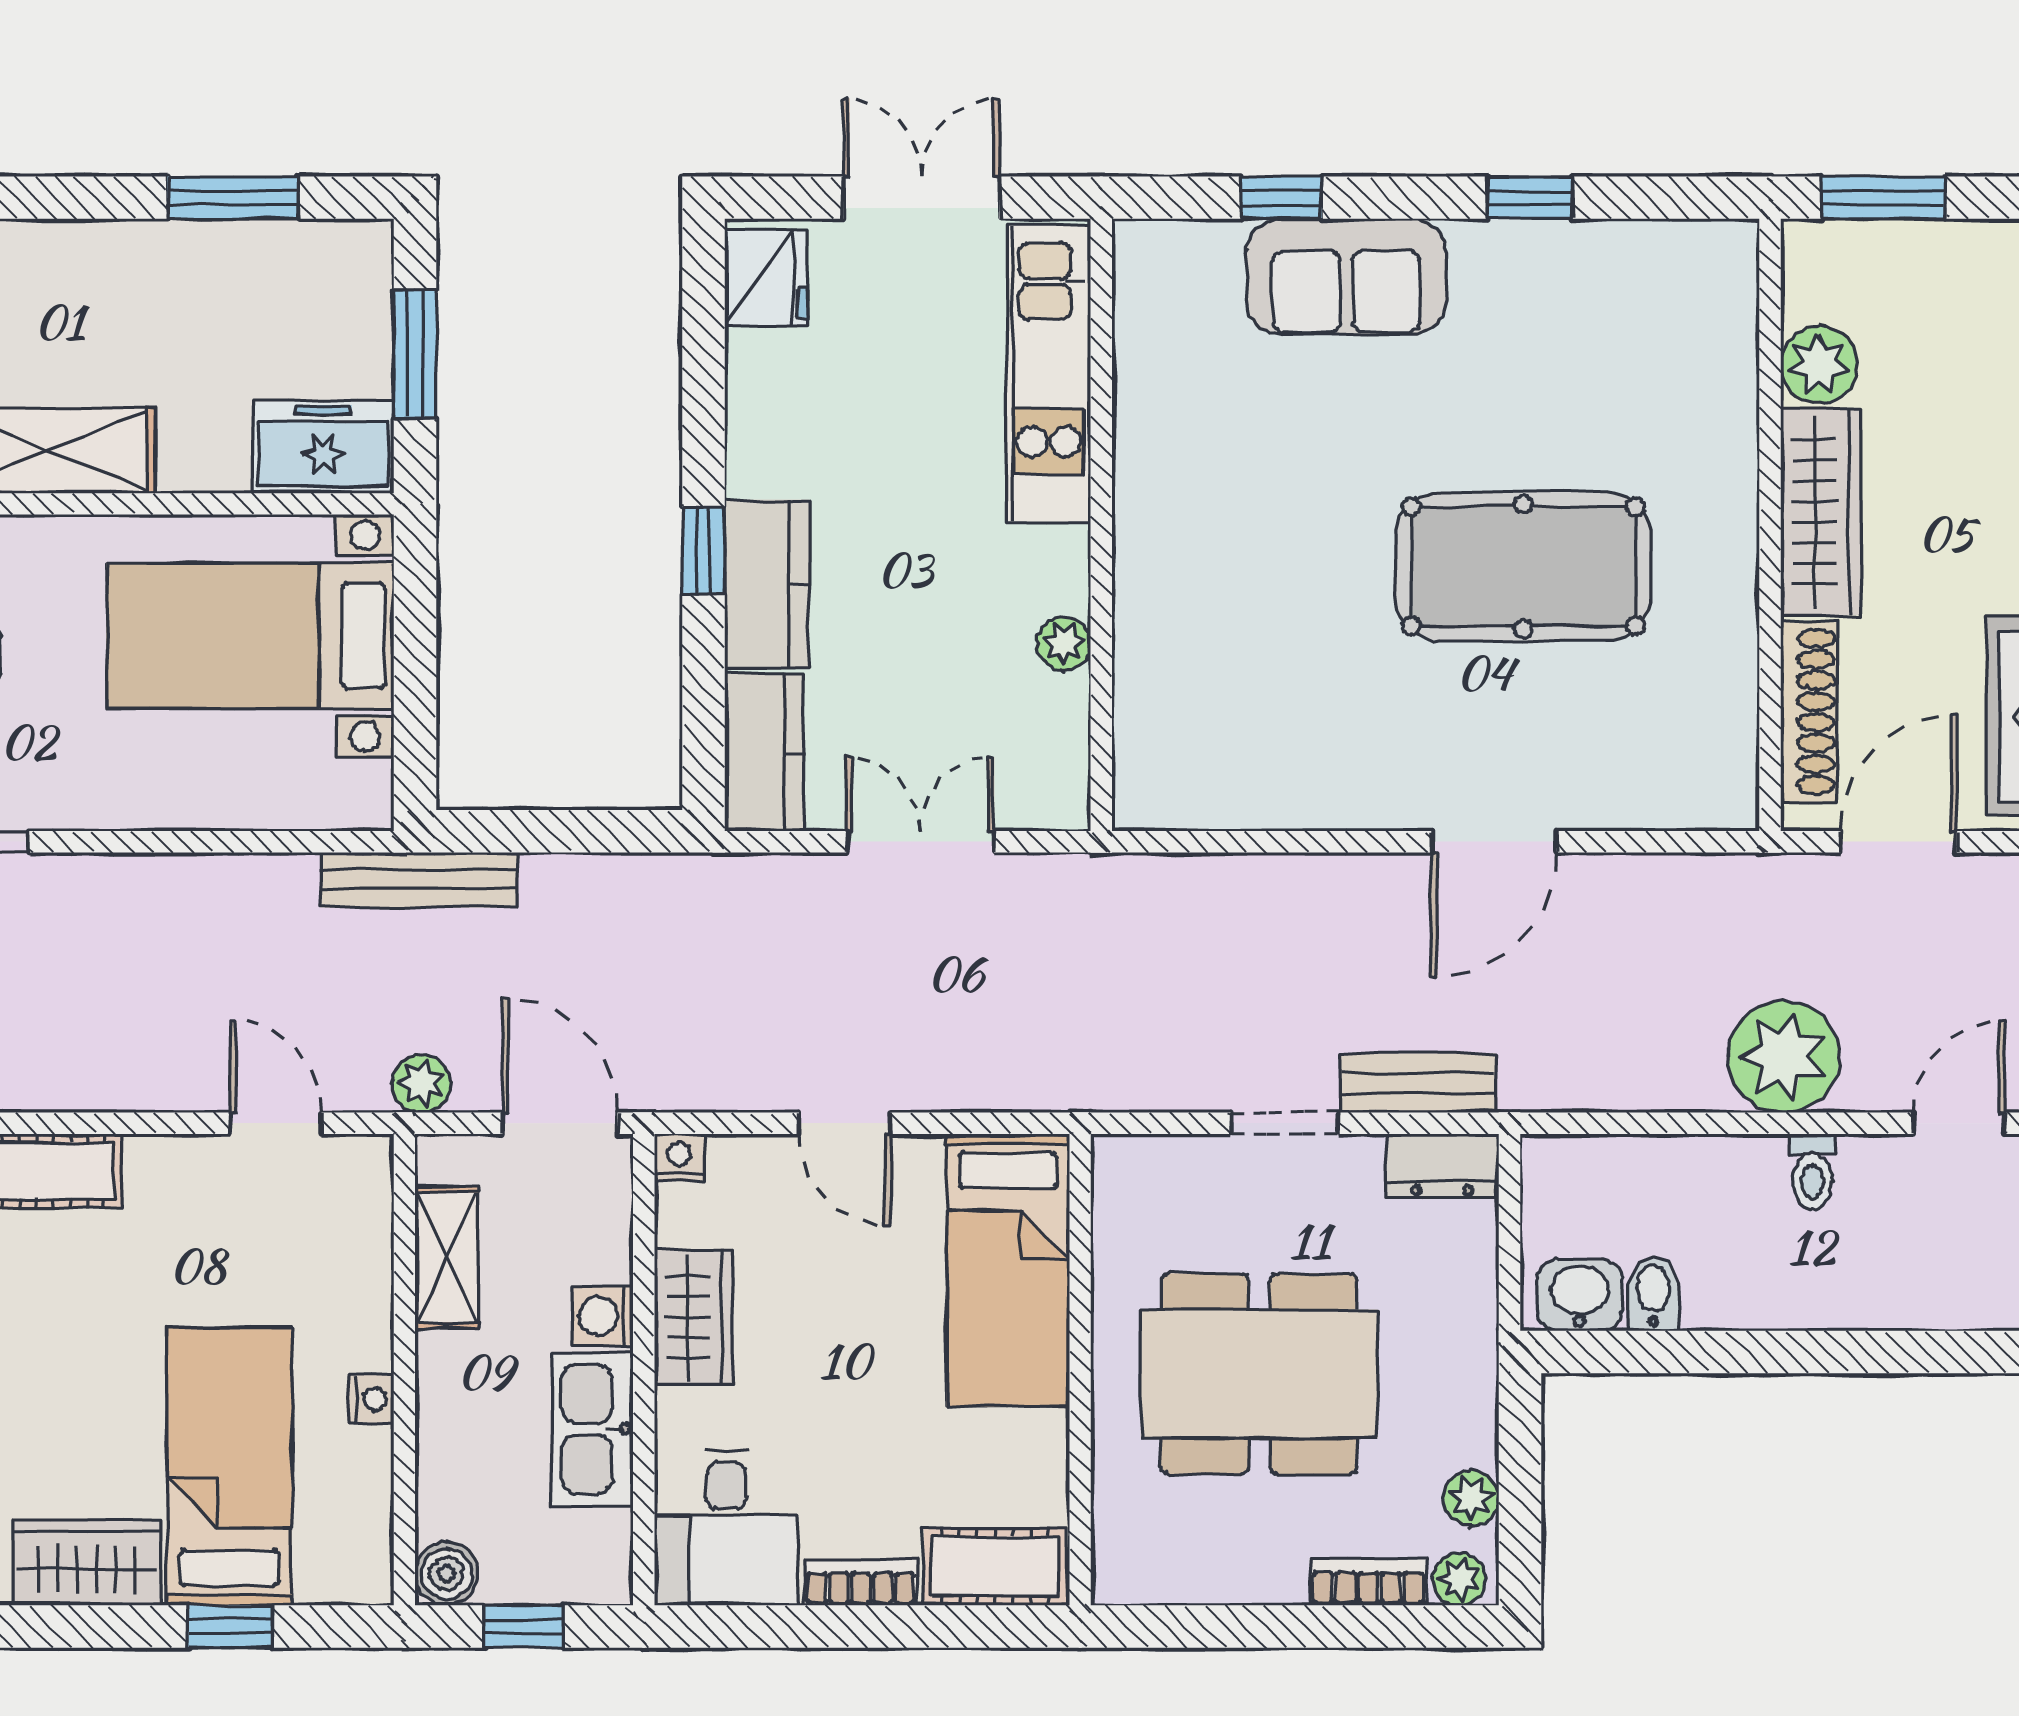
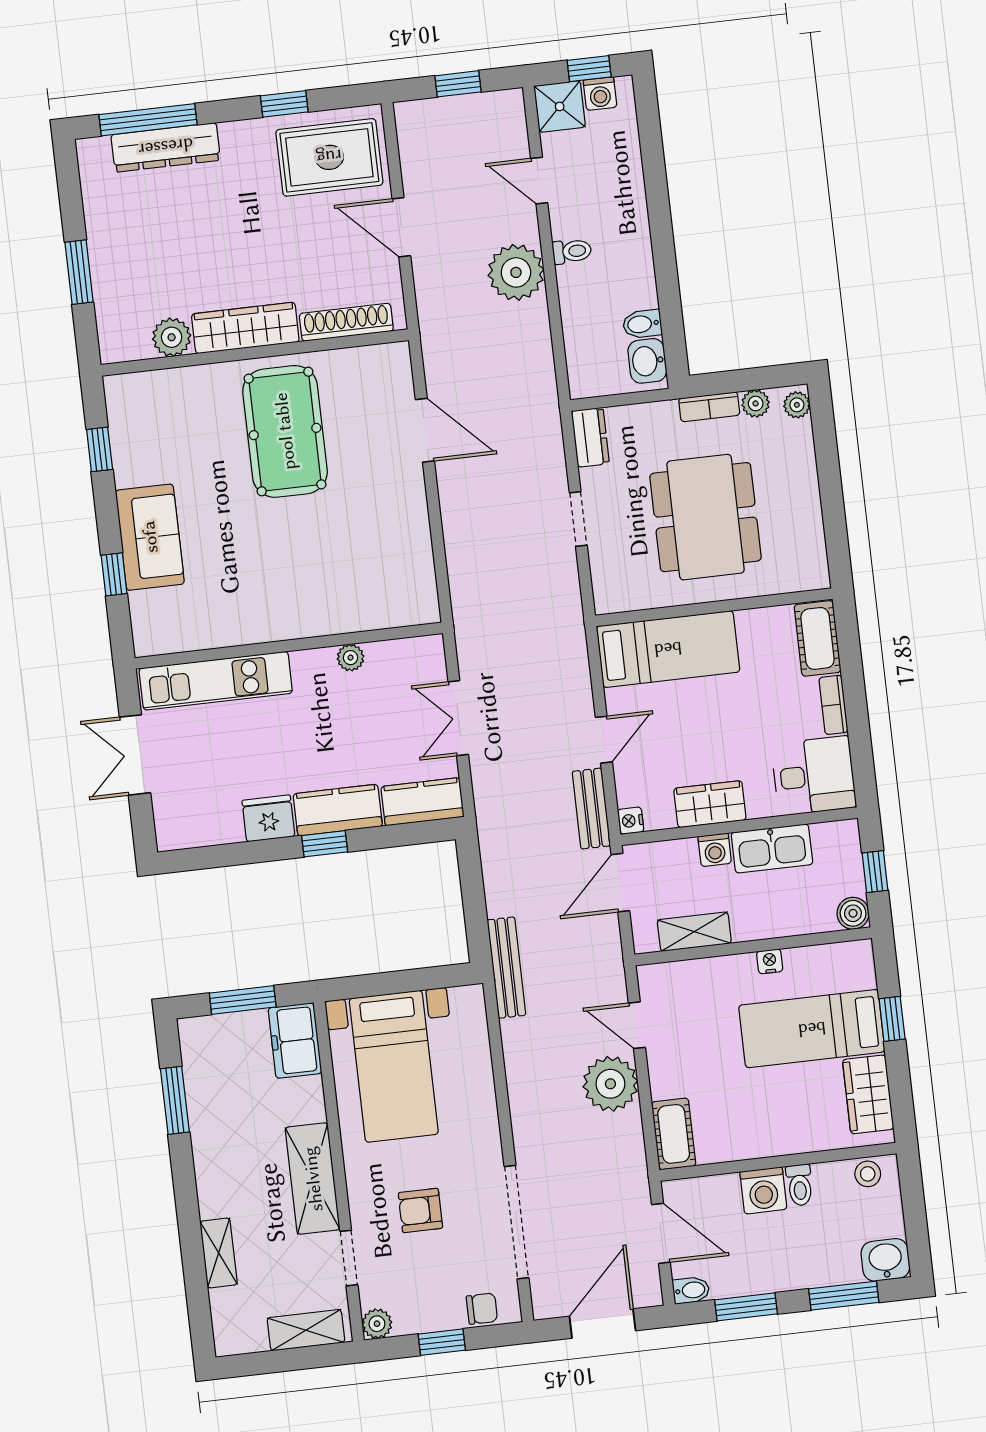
fridge: (766, 278) -> (268, 818), moved
plant: (1819, 365) -> (172, 337), moved
wardrobe: (1820, 512) -> (245, 328), moved
wall: (1770, 525) -> (255, 353), moved
shoe rack: (1809, 712) -> (346, 322), moved
plant: (421, 1083) -> (610, 1084), moved, width x1.88, depth x1.88
bench: (1418, 1083) -> (591, 809), moved
door: (276, 1123) -> (637, 1025), hinge flipped
bookcase: (1368, 1582) -> (709, 407), moved, turned -90

